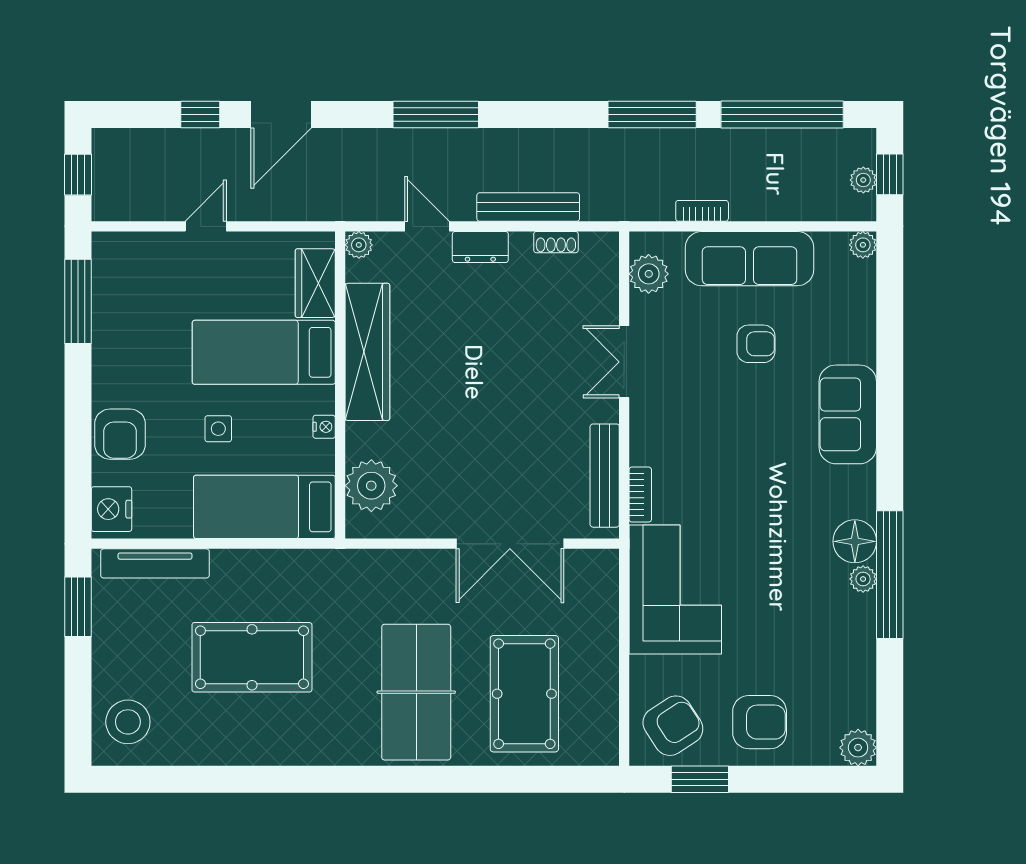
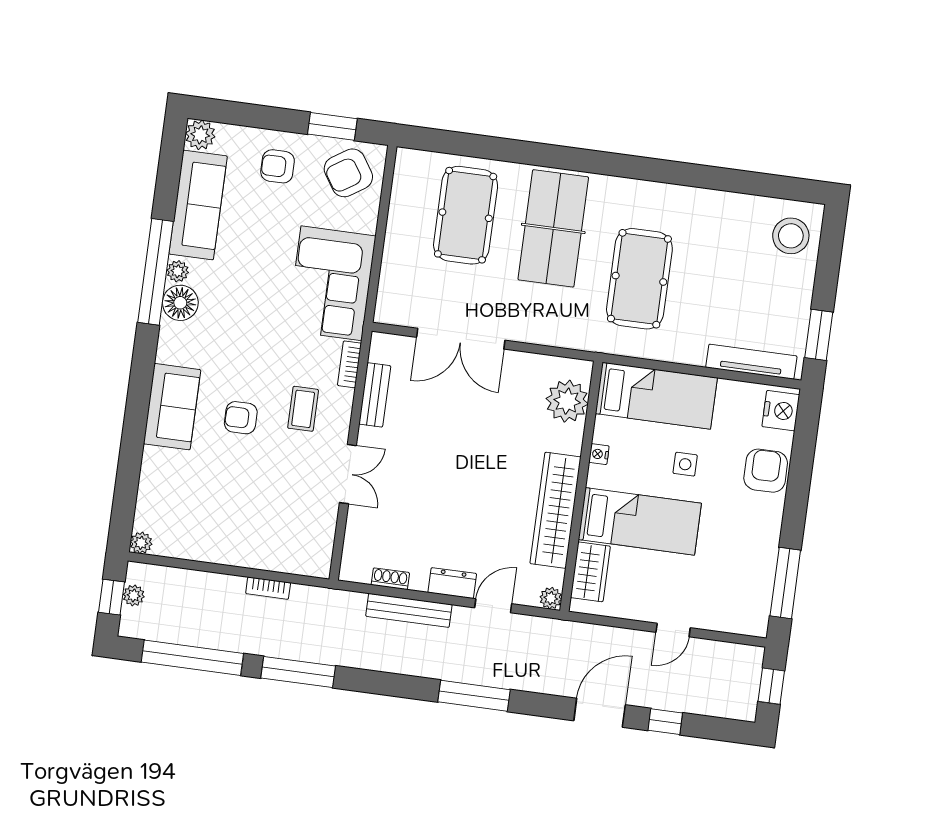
door: (427, 226) -> (493, 606), swing flipped
sofa: (749, 259) -> (198, 205), moved, turned 90
plant: (649, 274) -> (318, 543), removed
armchair: (756, 344) -> (241, 418), moved
coffee table: (689, 433) -> (303, 409), added
bench: (605, 476) -> (375, 395), width x0.73
double door: (510, 544) -> (461, 339), swing flipped
pool table: (252, 657) -> (639, 279), moved, turned 90
armchair: (760, 722) -> (278, 166), width x0.72, depth x0.72

